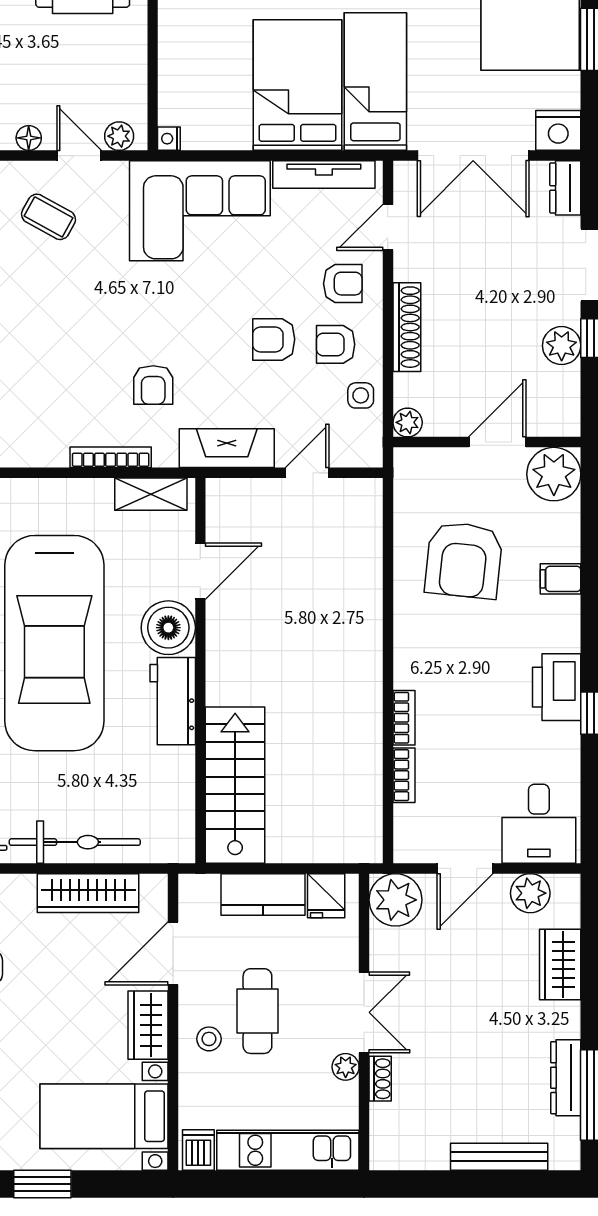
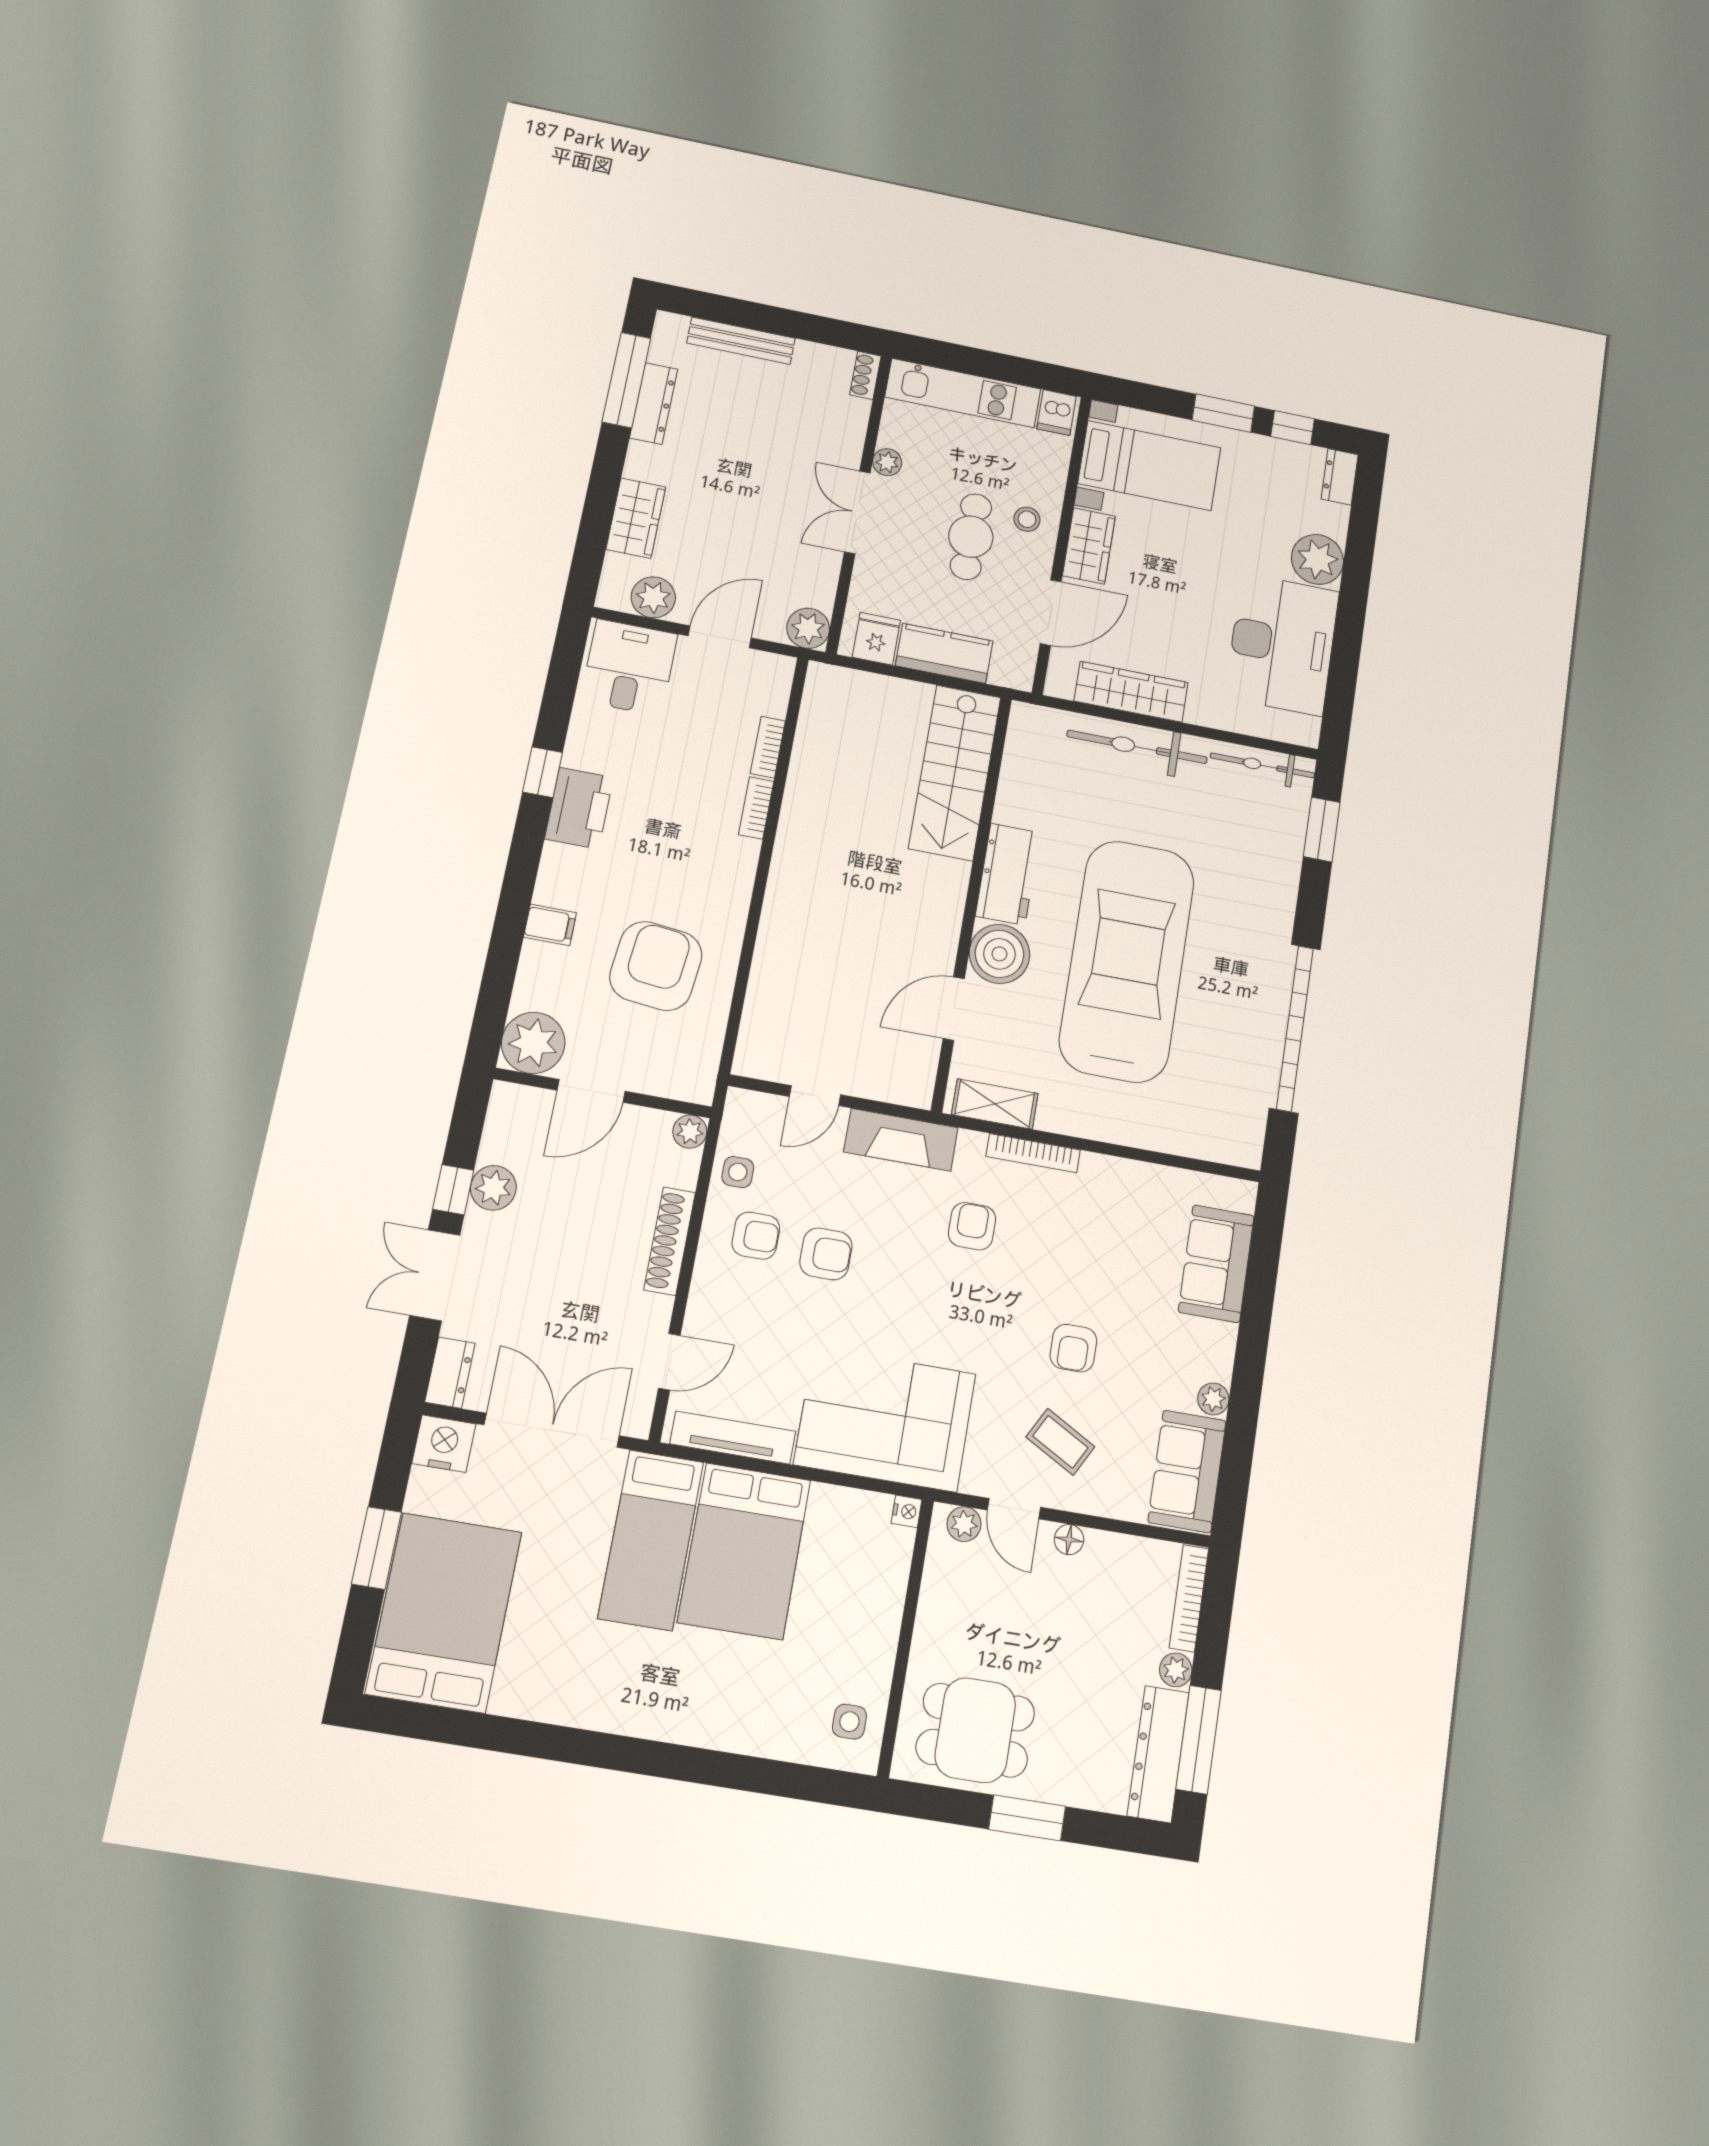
armchair: (343, 284) -> (1073, 1348), moved, turned -90
plant: (396, 900) -> (808, 628), width x0.73, depth x0.73
shoe rack: (380, 1079) -> (865, 375), moved

